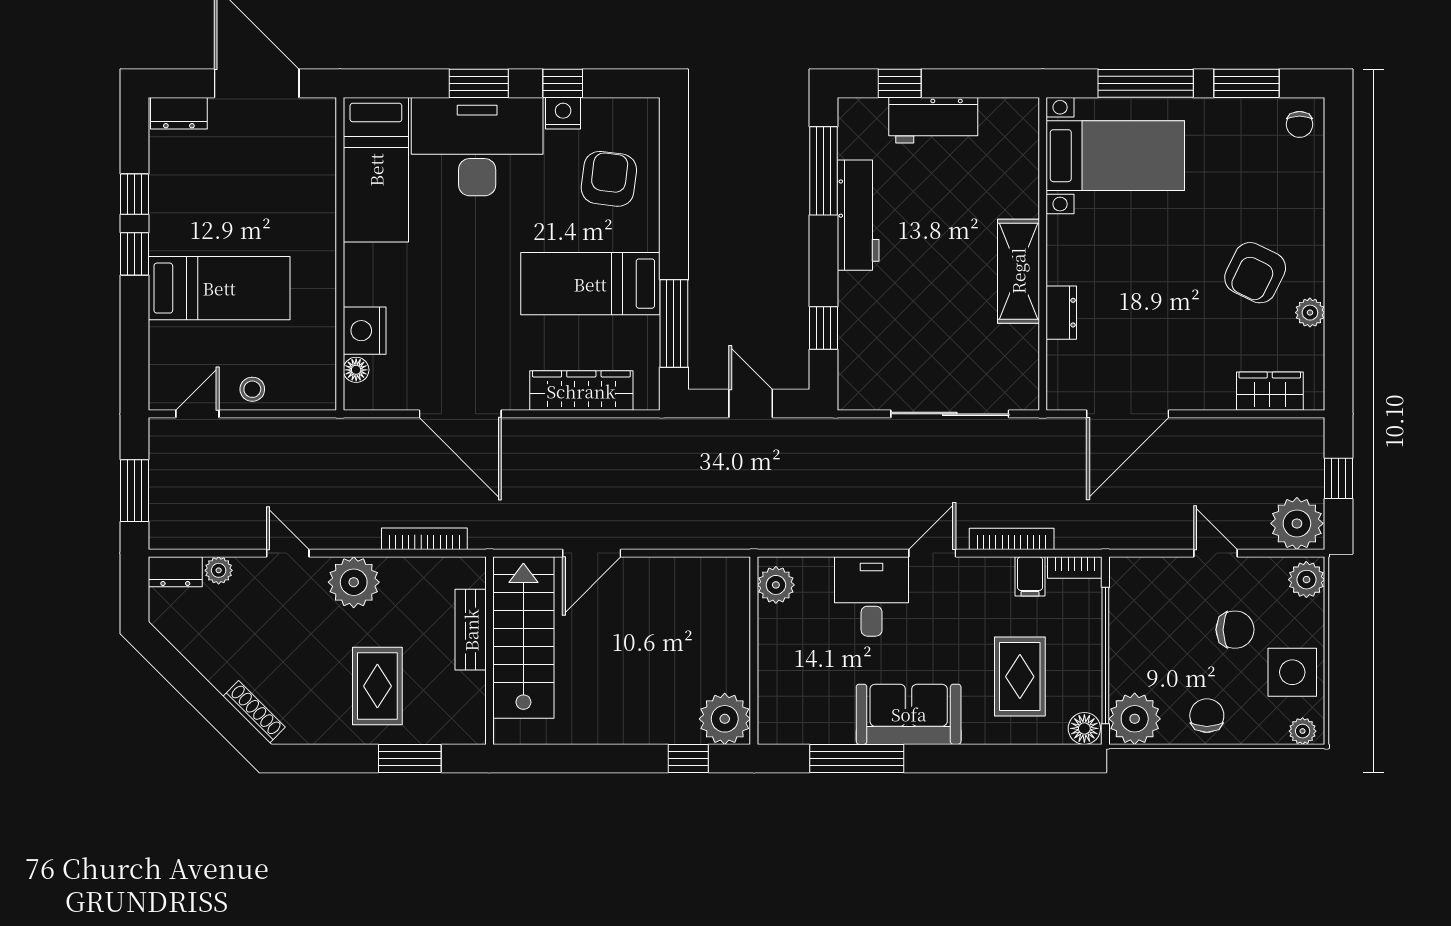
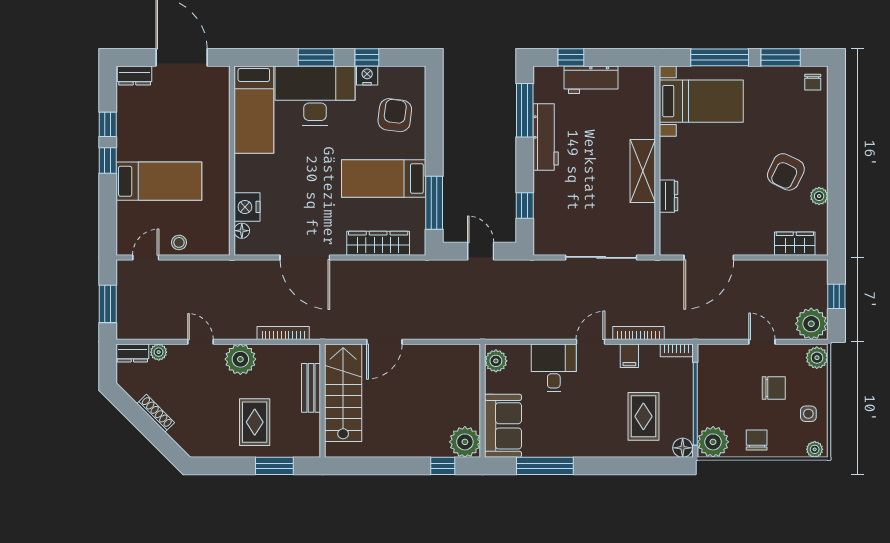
filing cabinet: (1030, 576) -> (629, 356), moved
side table: (1292, 672) -> (808, 414), width x0.54, depth x0.54
shoe rack: (254, 712) -> (156, 413), moved
sofa: (909, 714) -> (503, 426), moved, turned 90

